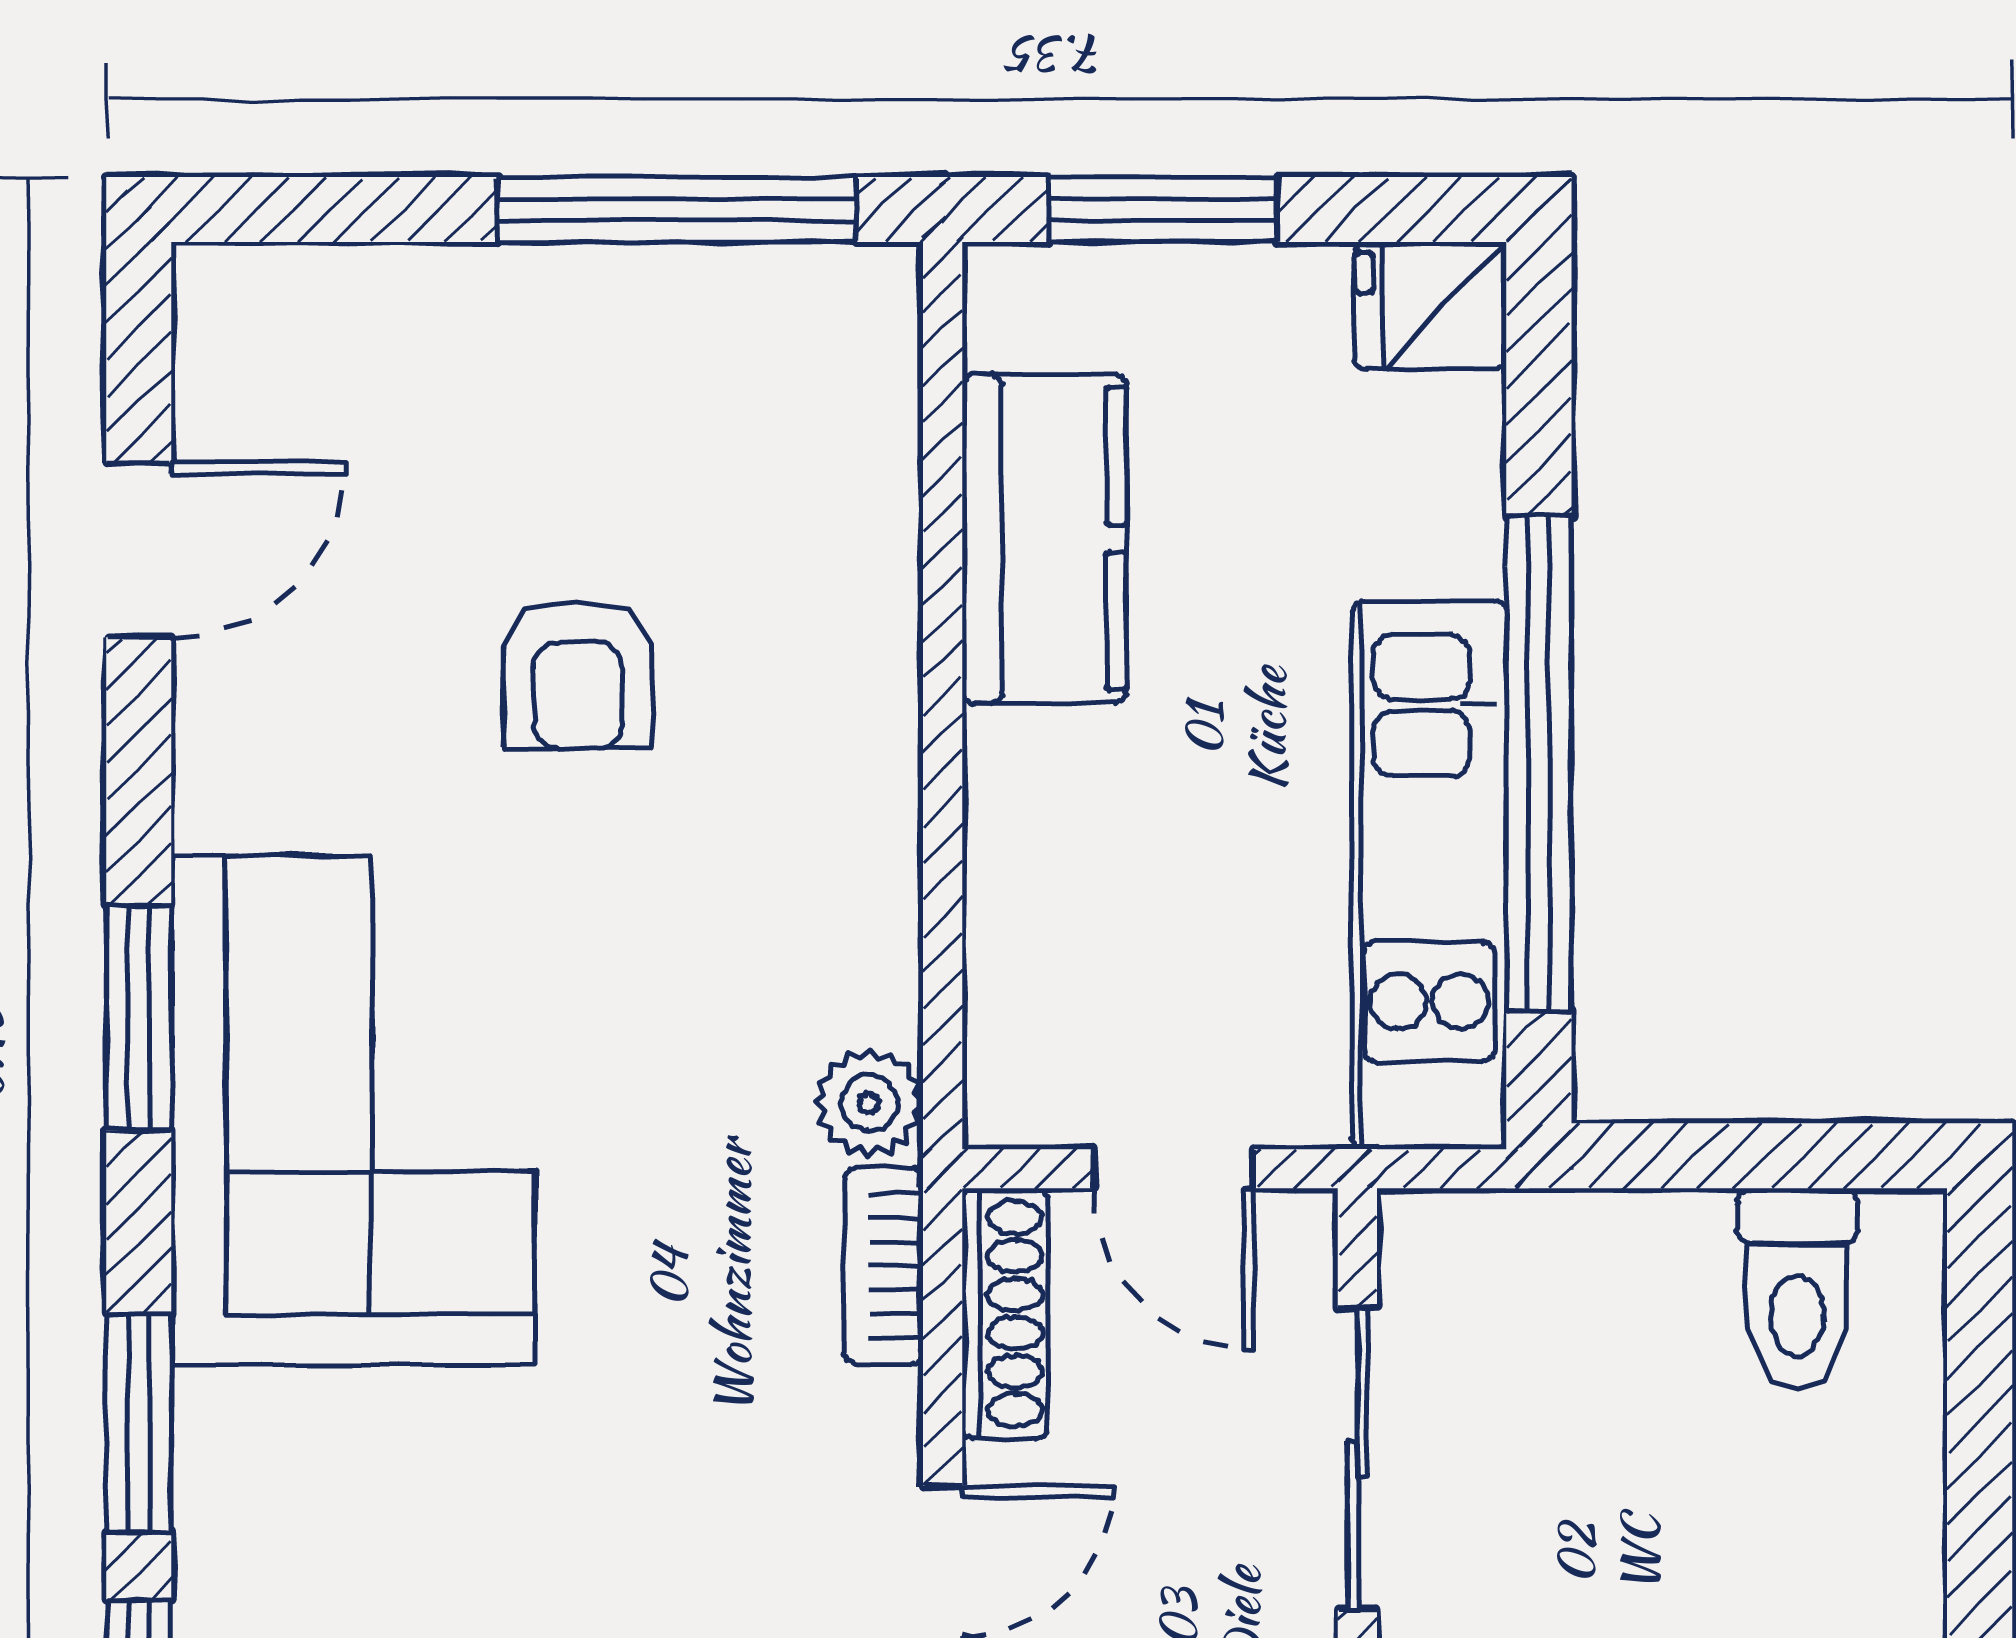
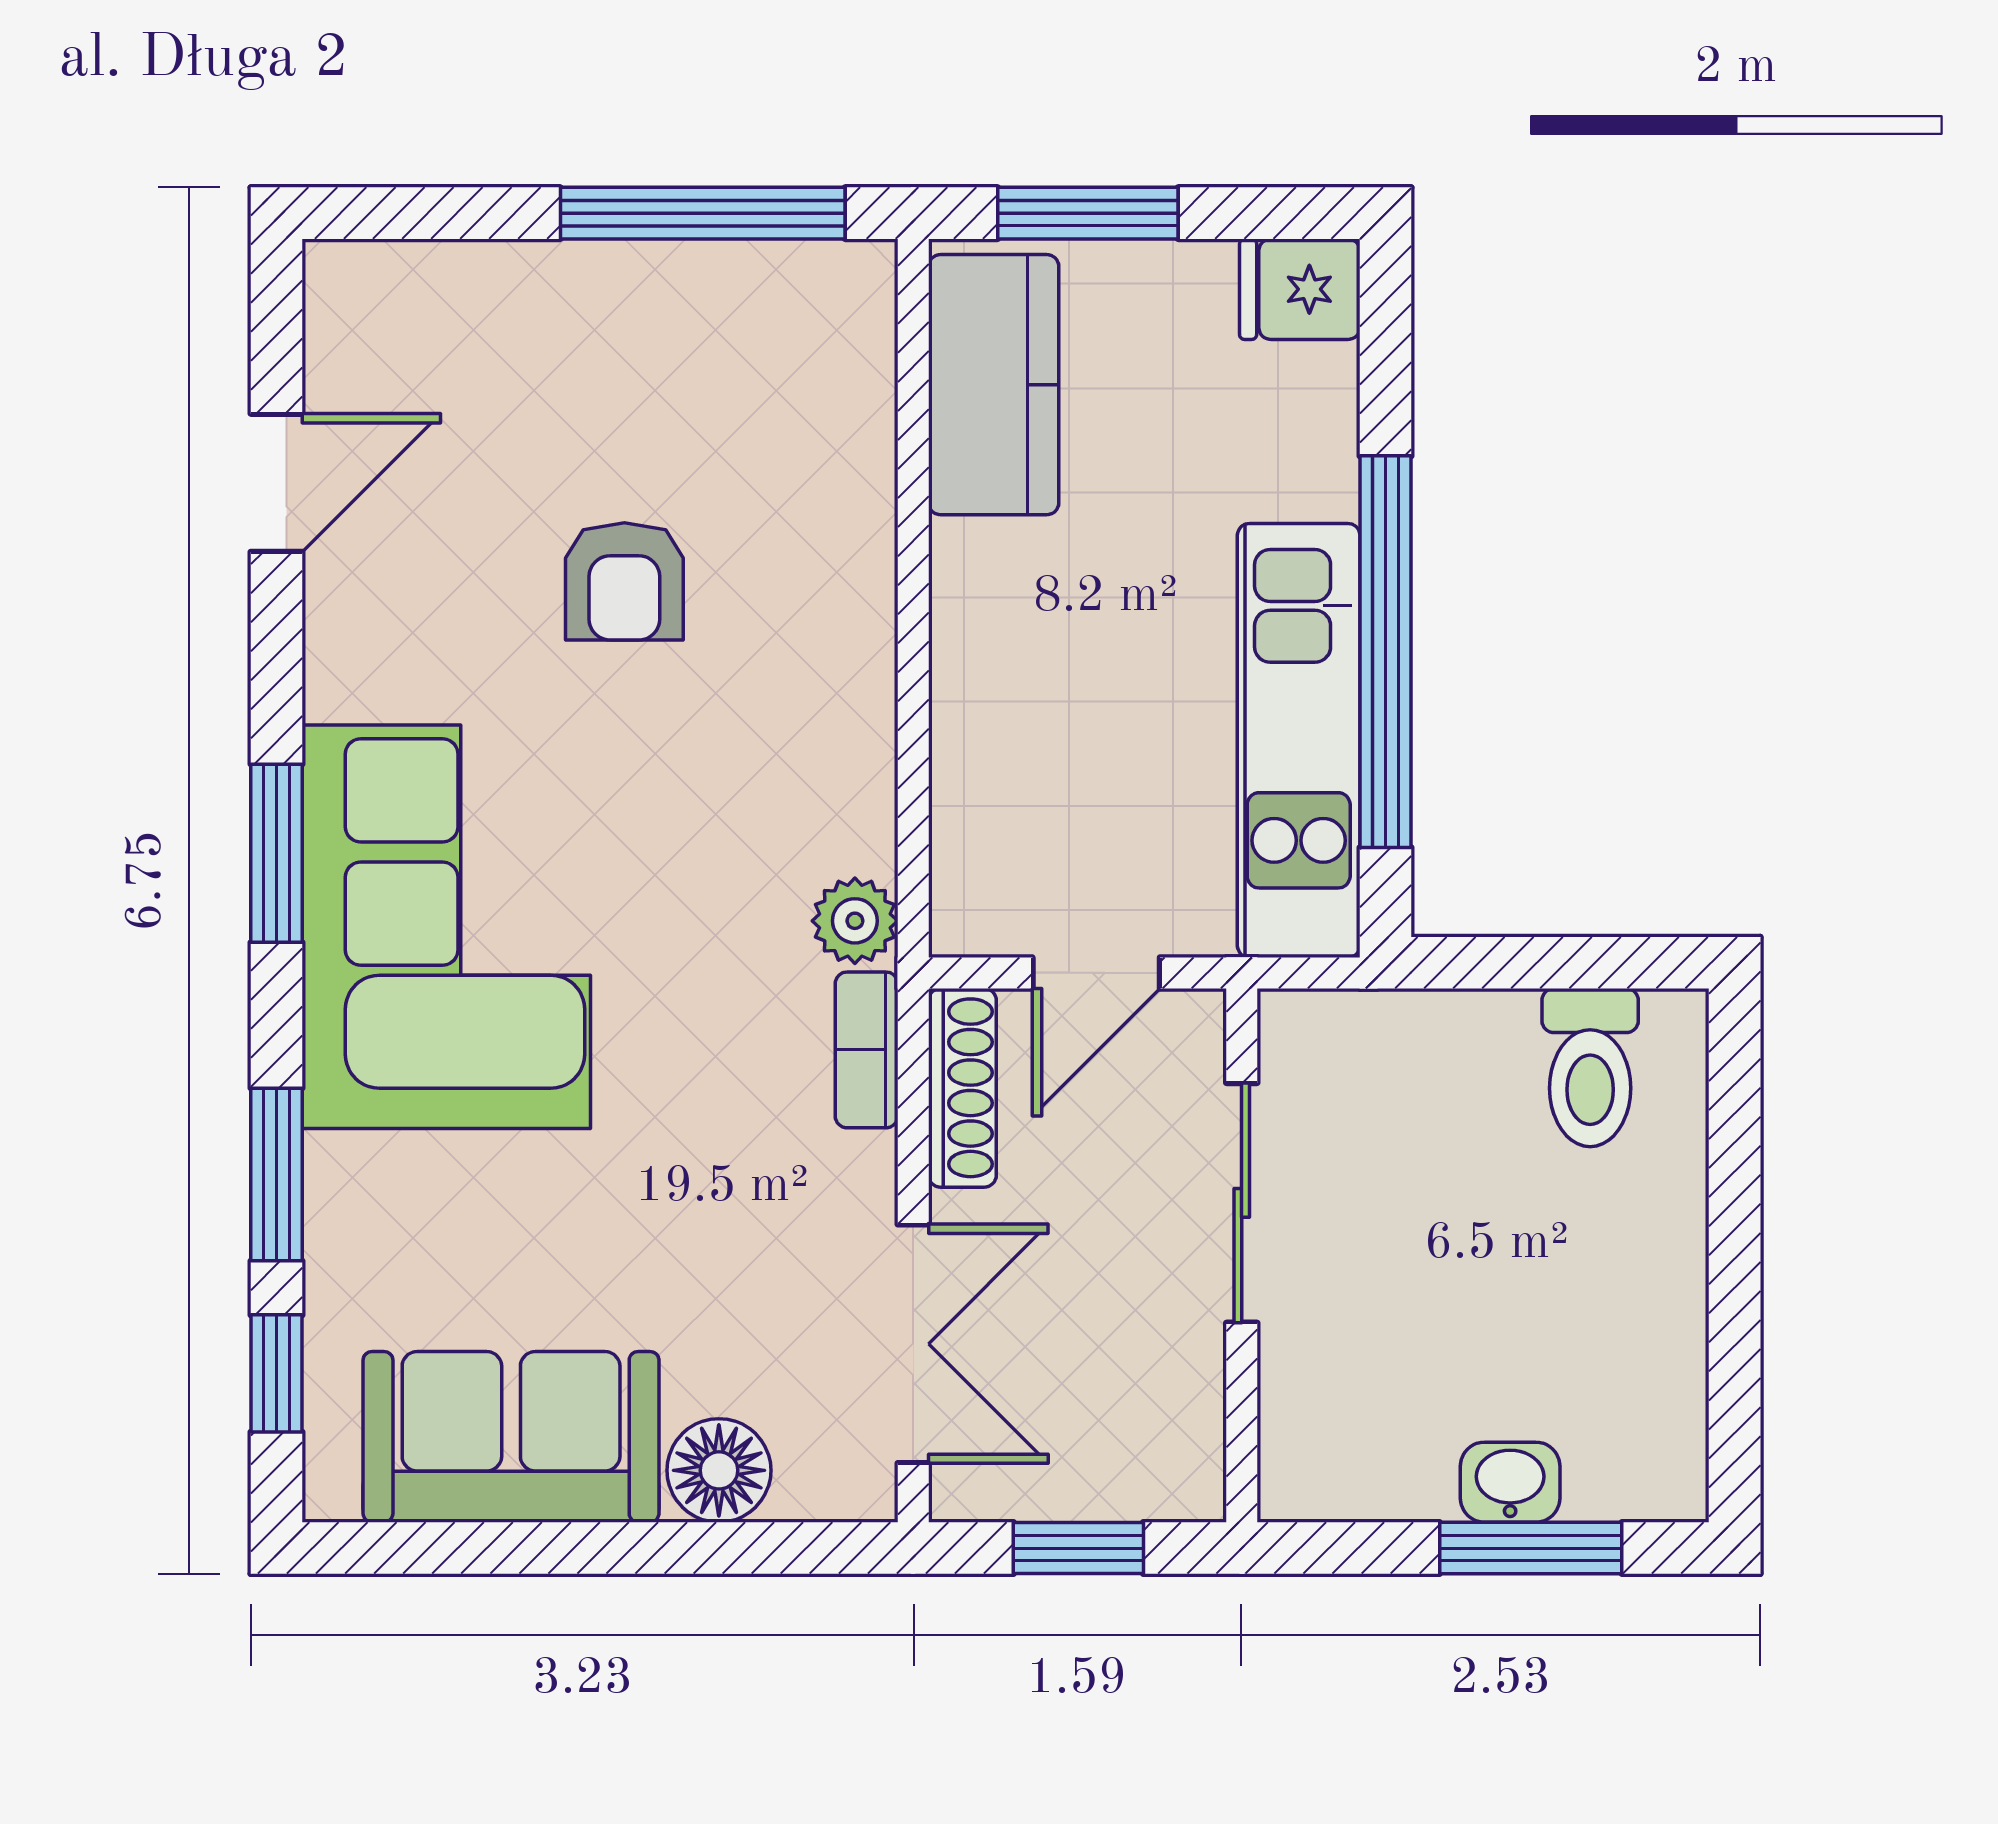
kitchen counter: (1044, 538) -> (994, 385), moved
door: (1174, 1169) -> (1096, 973), hinge flipped

